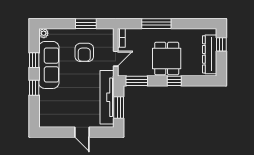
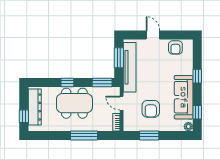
armchair: (84, 52) -> (151, 109), turned 180
door: (116, 59) -> (122, 103), hinge flipped
dining table: (167, 59) -> (74, 103), width x1.37
window: (34, 60) -> (197, 112), moved
armchair: (58, 119) -> (175, 47), added

